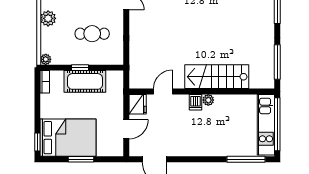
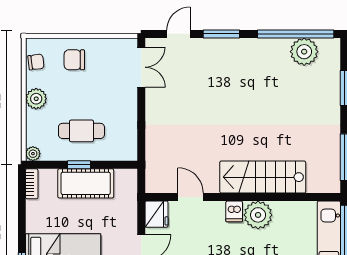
cafe table: (92, 34) -> (81, 131), moved
door: (163, 92) -> (191, 197), hinge flipped
plant: (208, 100) -> (258, 215), width x1.87, depth x1.87

